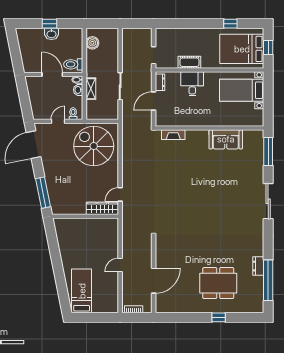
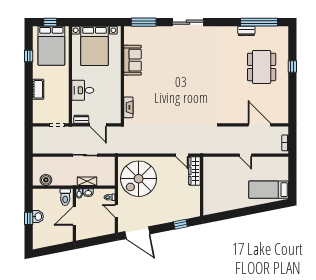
cot: (189, 62) -> (38, 89), moved
bed with nightstands: (242, 90) -> (95, 46), width x1.36
window: (43, 193) -> (180, 224), width x0.46

